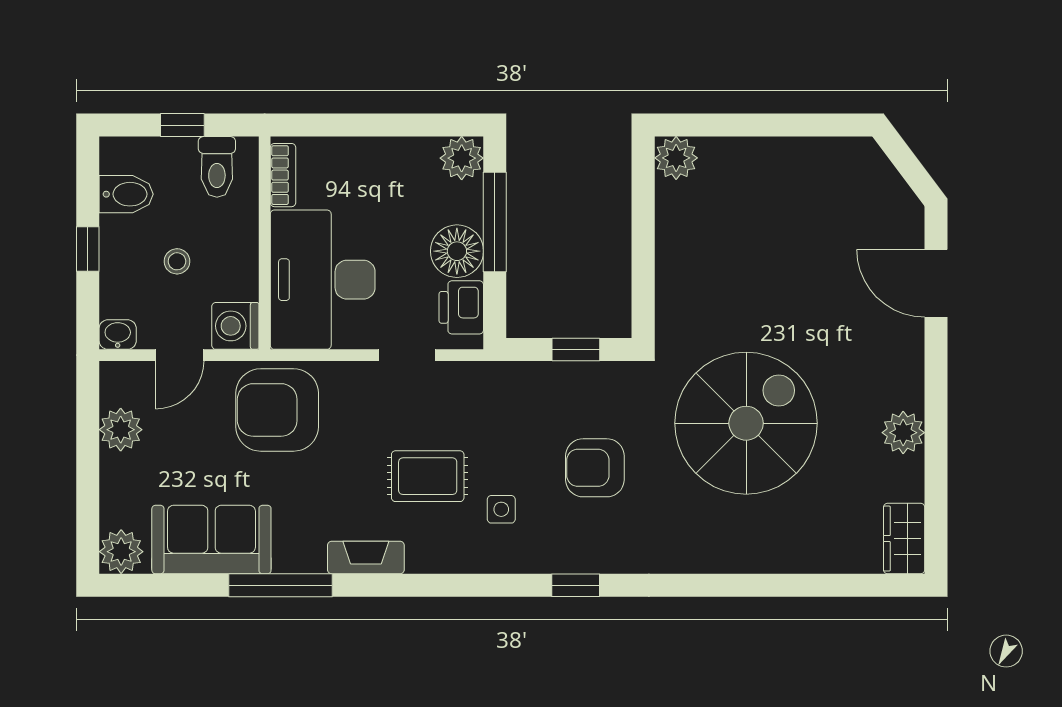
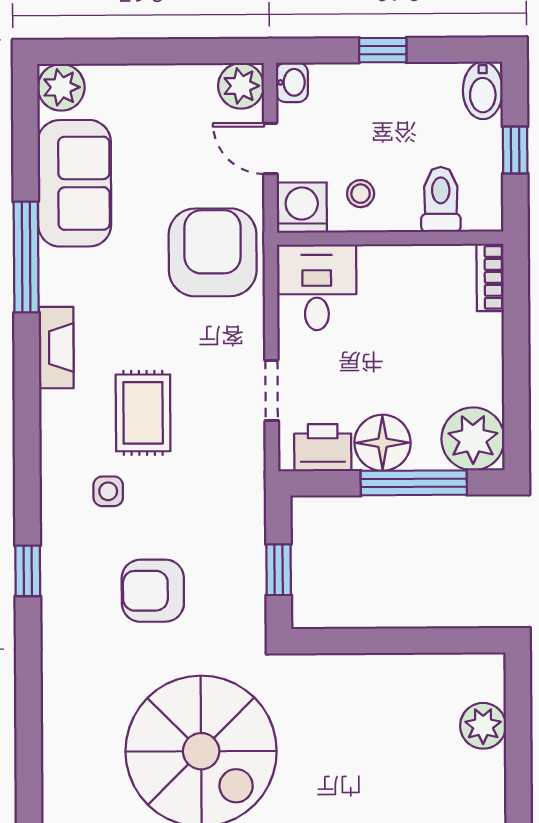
plant: (462, 158) -> (473, 439), width x1.36, depth x1.36
plant: (676, 158) -> (483, 726), moved
toilet: (217, 167) -> (441, 199), moved, turned 90
bookcase: (283, 175) -> (490, 277), moved, turned 90
bidet: (126, 194) -> (483, 90), moved
stool: (177, 261) -> (361, 194), moved
desk: (323, 280) -> (317, 287), width x0.53, depth x0.77
plant: (121, 430) -> (241, 86), moved
armchair: (595, 468) -> (153, 591), turned -90

